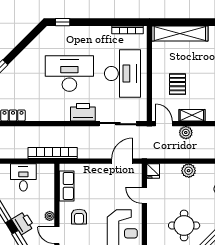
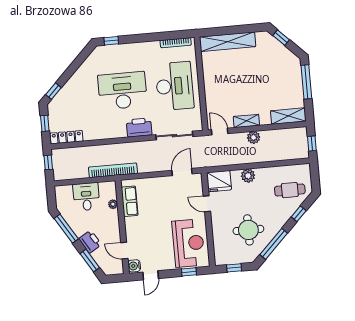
pallet: (177, 84) -> (230, 92), removed
plant: (186, 133) -> (254, 137), moved
fridge: (153, 171) -> (219, 181), width x1.88, depth x1.34
plant: (50, 216) -> (113, 204), moved
armchair: (79, 217) -> (144, 230), removed

